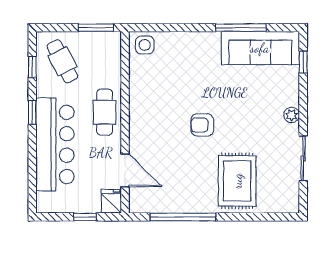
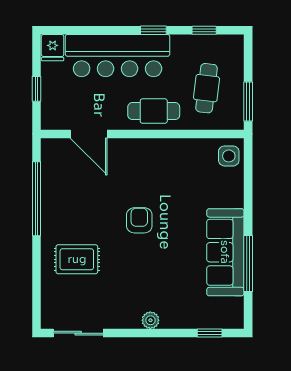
sofa: (260, 48) -> (225, 252), moved
cafe table: (62, 61) -> (207, 88), moved, turned -56
sliding door: (303, 158) -> (78, 333), moved
door: (125, 170) -> (89, 134), hinge flipped
rug: (237, 181) -> (77, 259), width x0.73, depth x0.70
fridge: (111, 201) -> (53, 48), moved, turned 90

